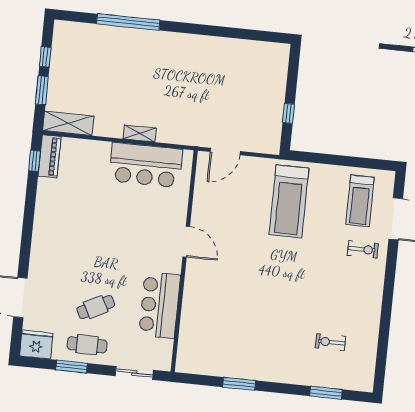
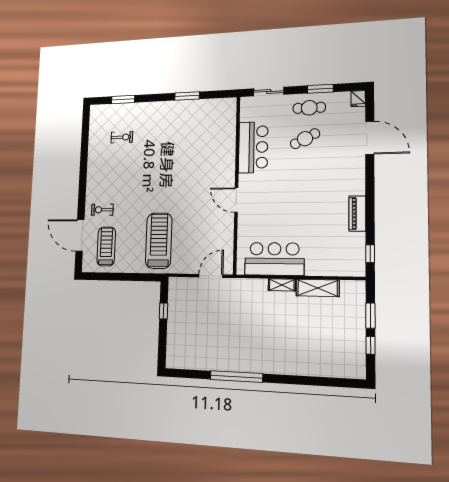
window: (128, 22) -> (236, 377), moved
shelving: (68, 123) -> (318, 288), moved
piano: (49, 156) -> (357, 214), moved
fridge: (36, 345) -> (358, 99), width x0.53, depth x0.75

